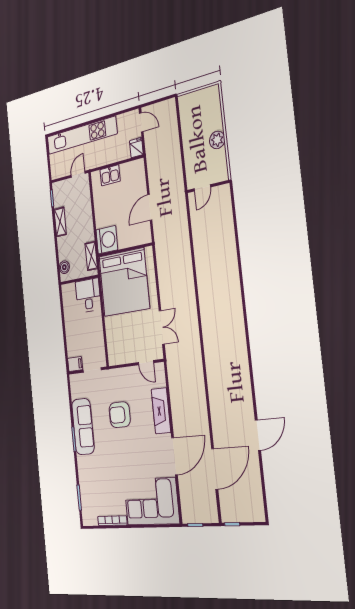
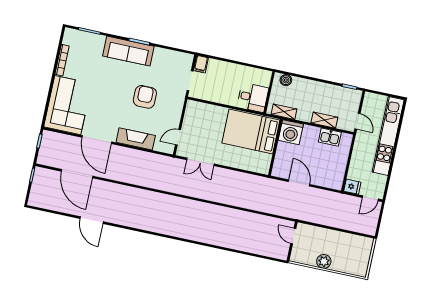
kitchen sink: (110, 175) -> (330, 137), moved, turned -90
shelving: (60, 222) -> (324, 120), moved
bed: (124, 282) -> (251, 132), width x0.73
sofa: (83, 427) -> (128, 51), moved

